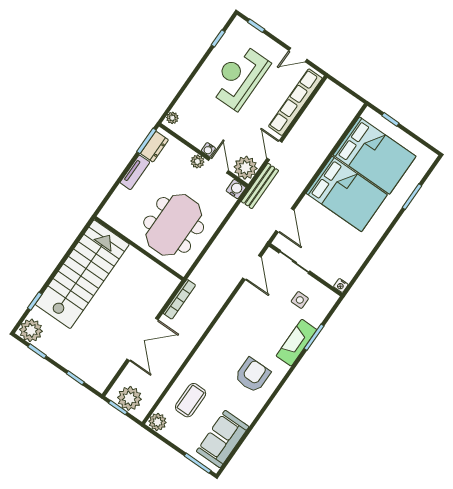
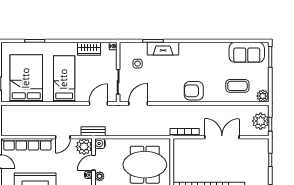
bench: (260, 186) -> (93, 131), width x0.73
bed: (347, 194) -> (64, 79), width x0.67
wardrobe: (358, 255) -> (89, 49), added
armchair: (252, 375) -> (194, 91), moved

